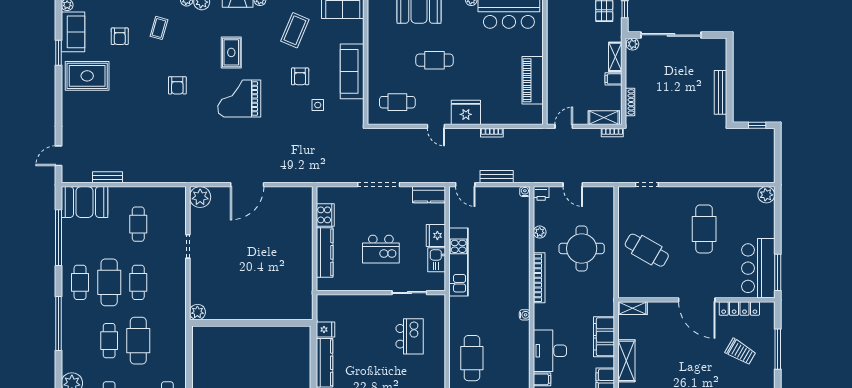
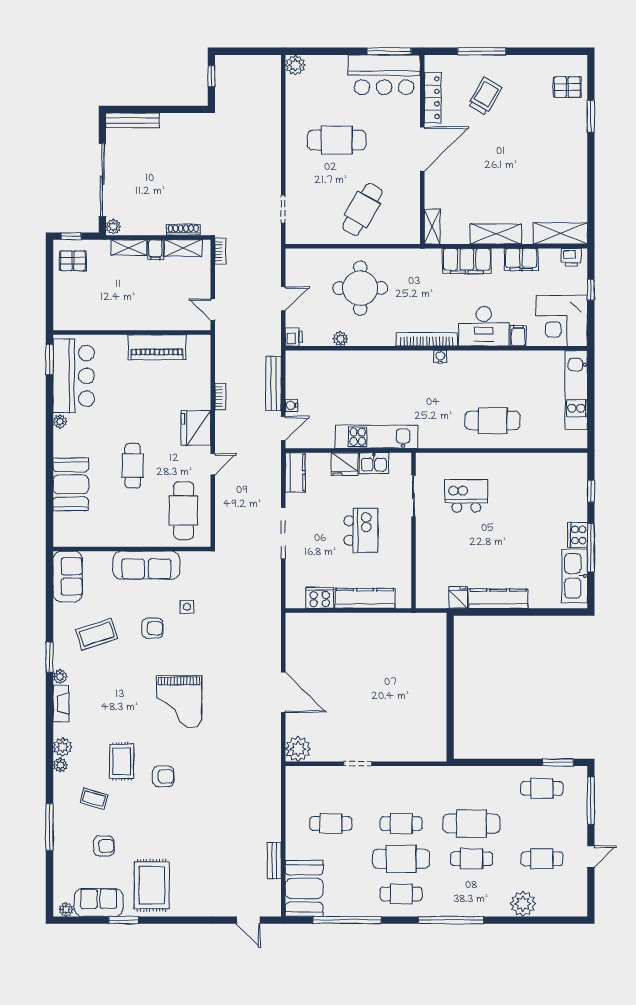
coffee table: (295, 30) -> (97, 634), turned -41
rug: (231, 52) -> (122, 761), moved, turned 90
bench: (721, 92) -> (132, 120), moved
cafe table: (397, 102) -> (184, 511), width x1.37, depth x1.35
shelving: (604, 118) -> (183, 248), moved, turned 90
bench: (497, 177) -> (274, 384), width x1.36
water cooler: (525, 192) -> (291, 405), moved
bookcase: (539, 278) -> (427, 339), moved
plant: (197, 312) -> (437, 752), removed

